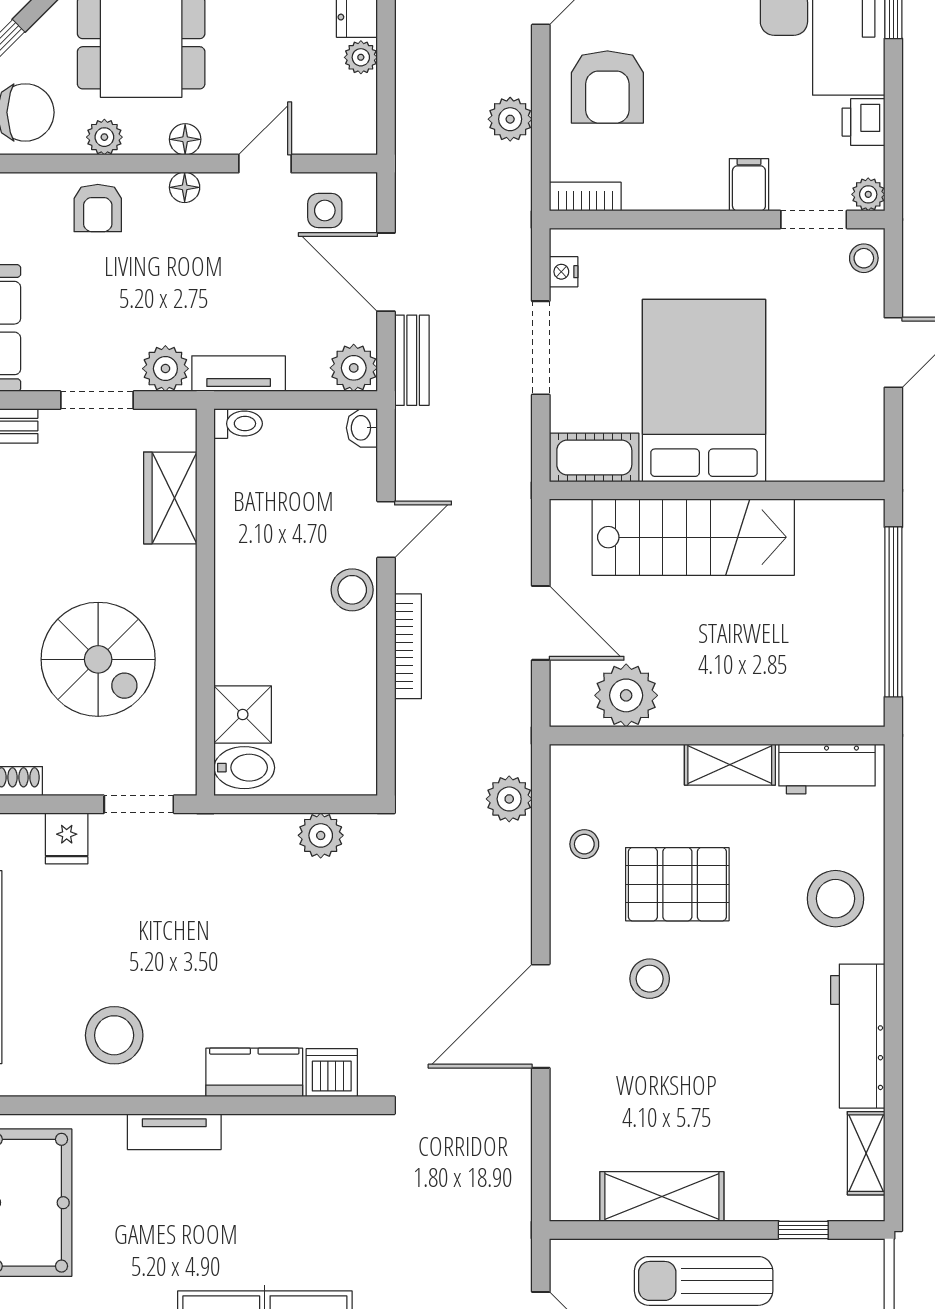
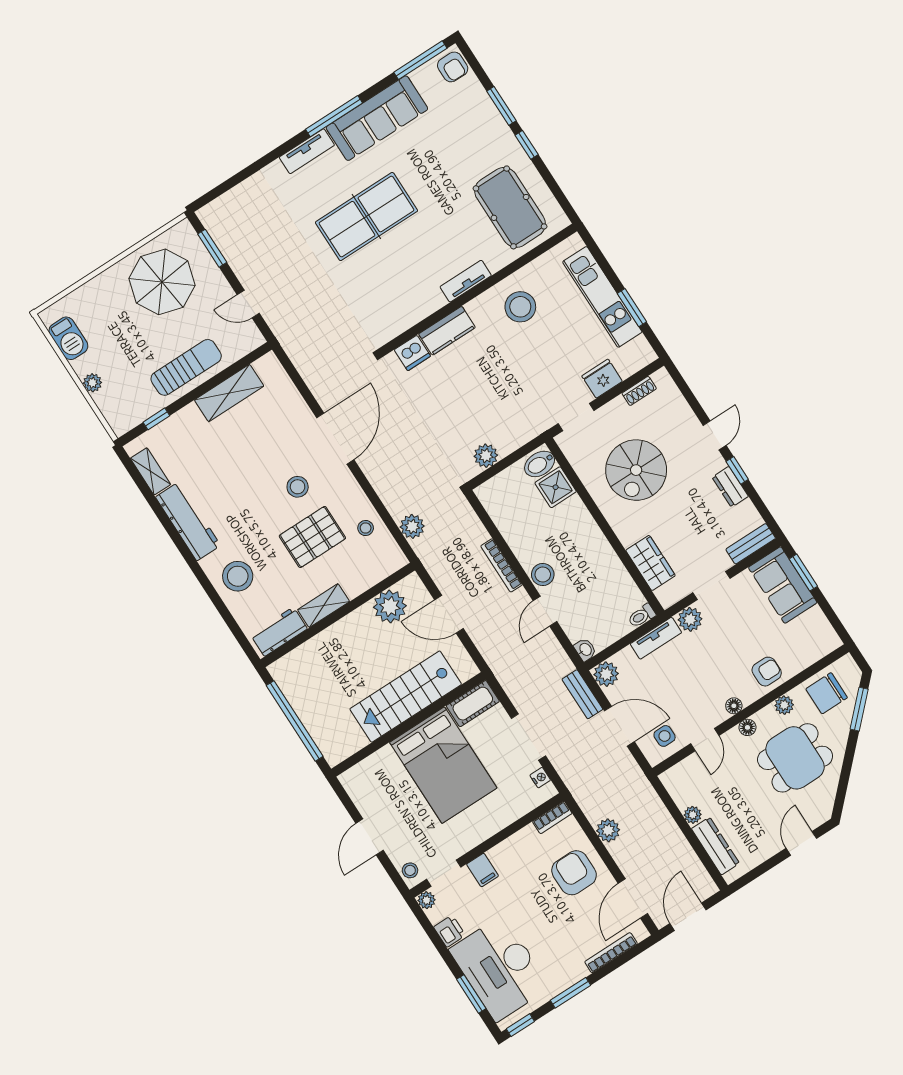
armchair: (98, 208) -> (767, 672), turned 90
spiral stairs: (98, 659) -> (636, 470), turned -90
fridge: (67, 838) -> (602, 379), width x1.38

